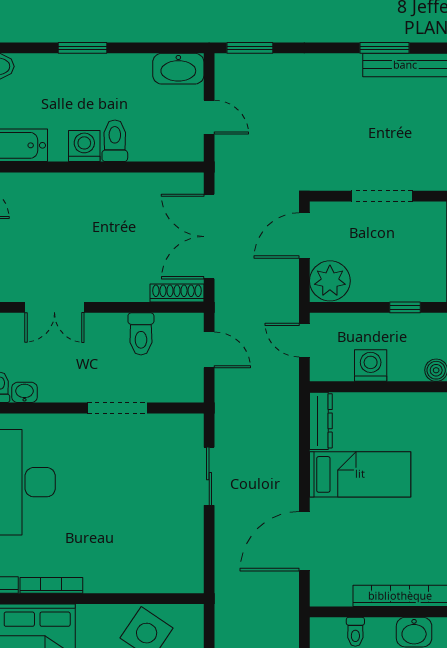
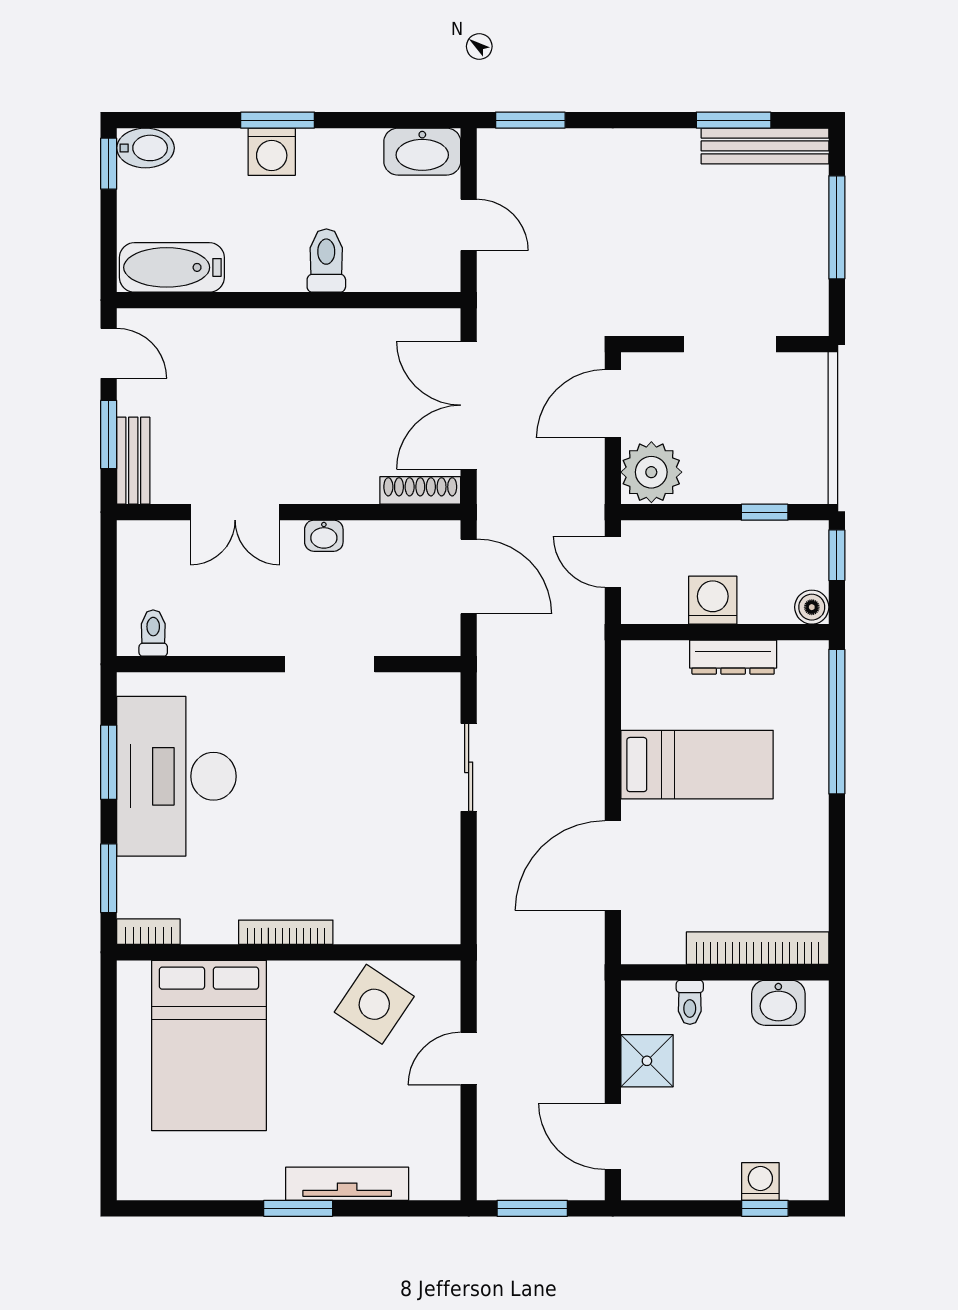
washing machine: (84, 146) -> (272, 152), moved, turned 180
toilet: (141, 334) -> (366, 552), removed
door: (209, 350) -> (469, 576), width x1.38
washbasin: (24, 392) -> (324, 536), moved, turned 180
dresser: (321, 421) -> (733, 657), moved, turned 90
bookcase: (51, 585) -> (286, 932), moved

